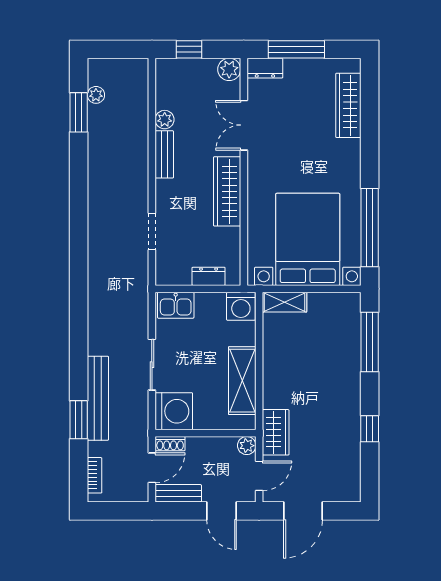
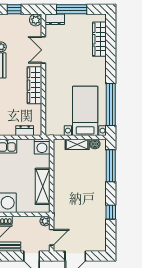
bed with nightstands: (308, 239) -> (85, 111), width x0.73
boiler: (340, 301) -> (95, 144), added
shelving: (285, 302) -> (77, 144), moved
wardrobe: (276, 432) -> (60, 214), removed

